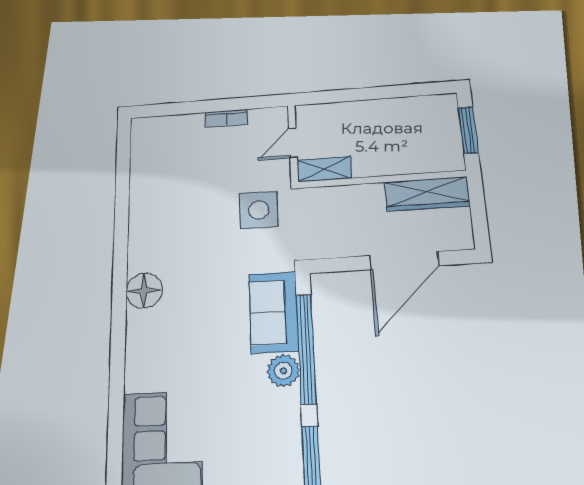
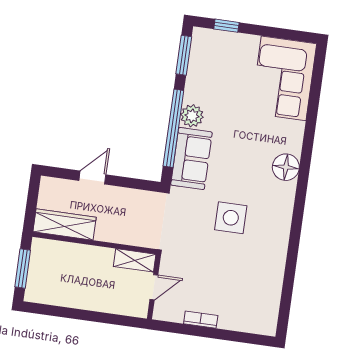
side table: (259, 210) -> (231, 218), moved
door: (404, 261) -> (92, 178), width x0.53
floor lamp: (144, 291) -> (286, 167), moved

